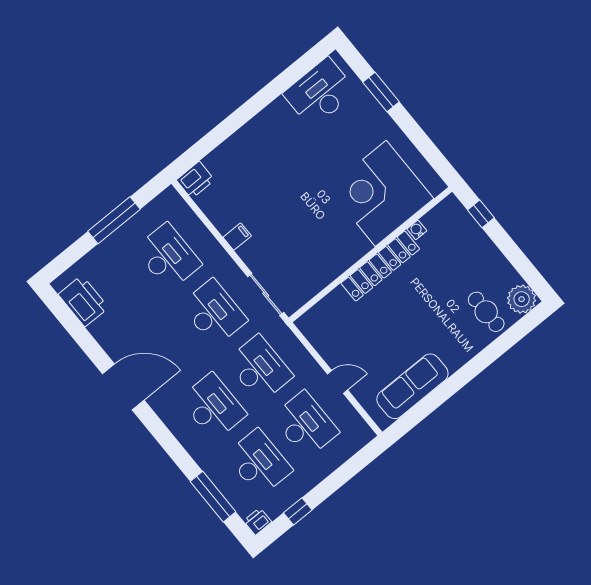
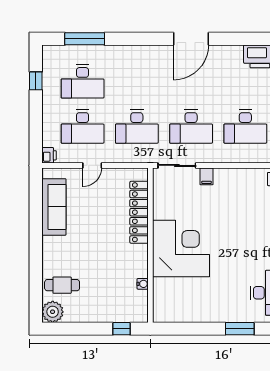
corner desk: (381, 193) -> (181, 249), moved
filing cabinet: (237, 237) -> (207, 176), moved
locker: (380, 266) -> (139, 212), moved
desk: (213, 407) -> (137, 81), removed
printer: (258, 521) -> (49, 155), moved

